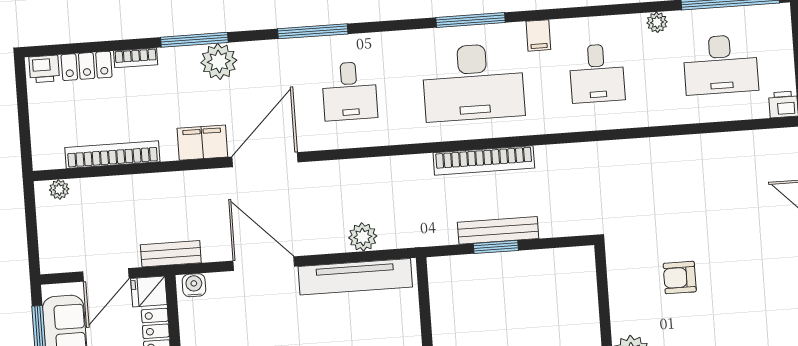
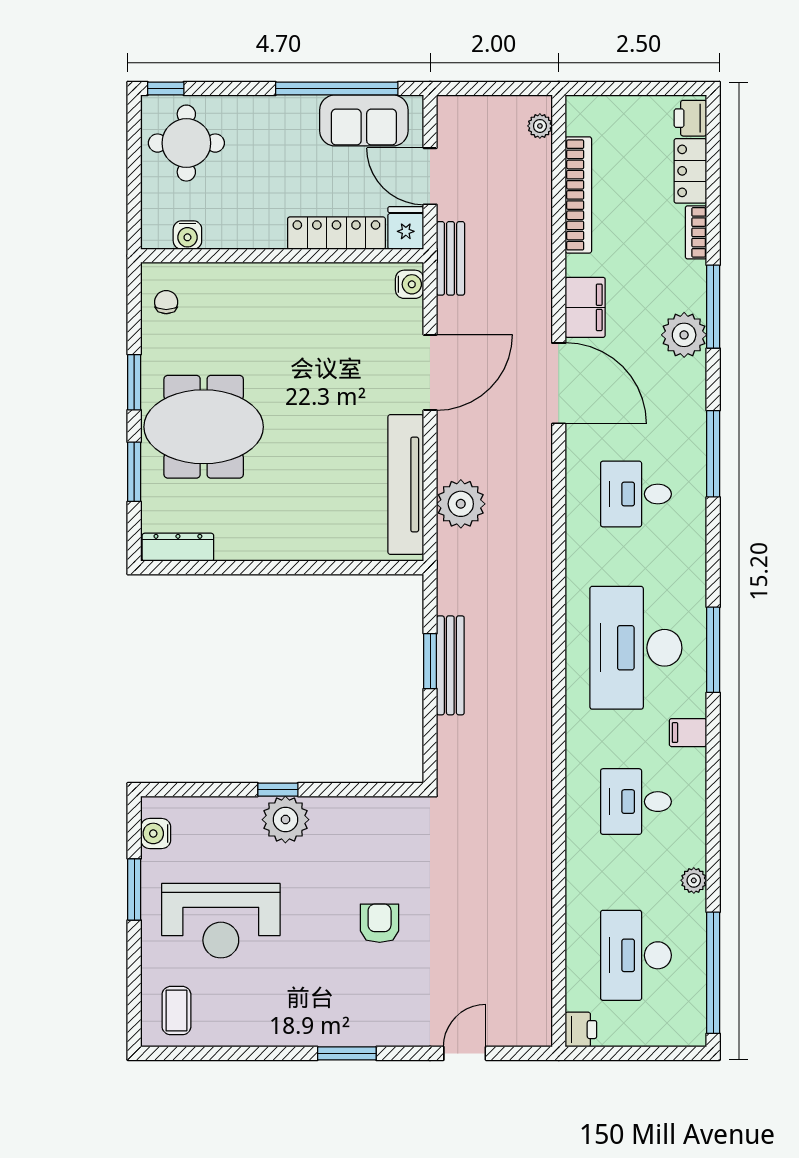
bookcase: (484, 160) -> (538, 654), removed
plant: (363, 237) -> (461, 504), width x1.36, depth x1.36
armchair: (680, 278) -> (380, 923), moved

